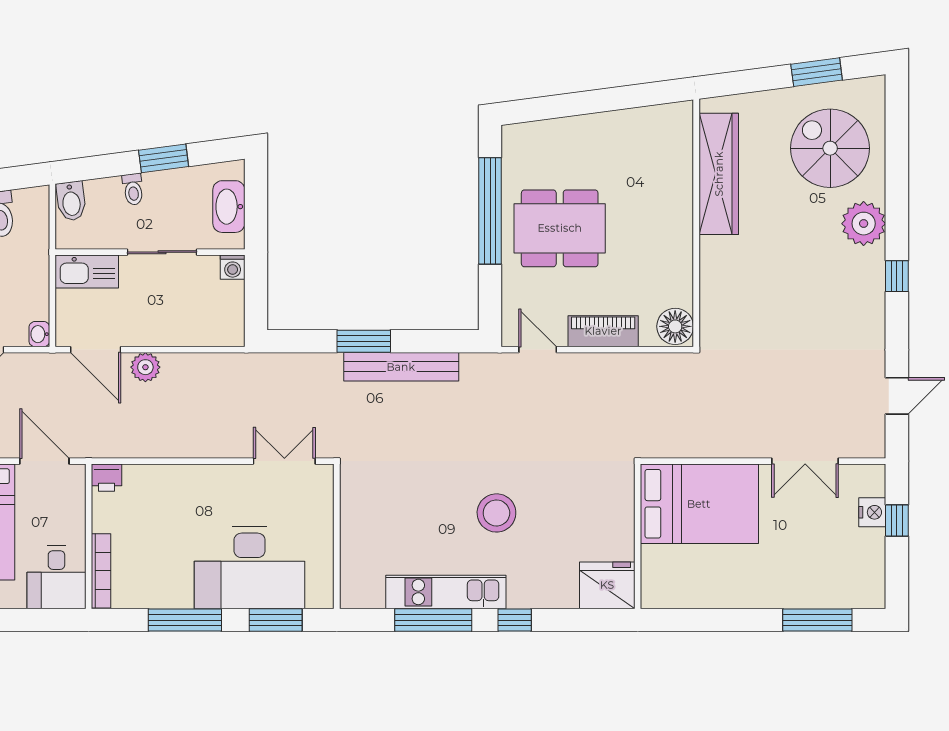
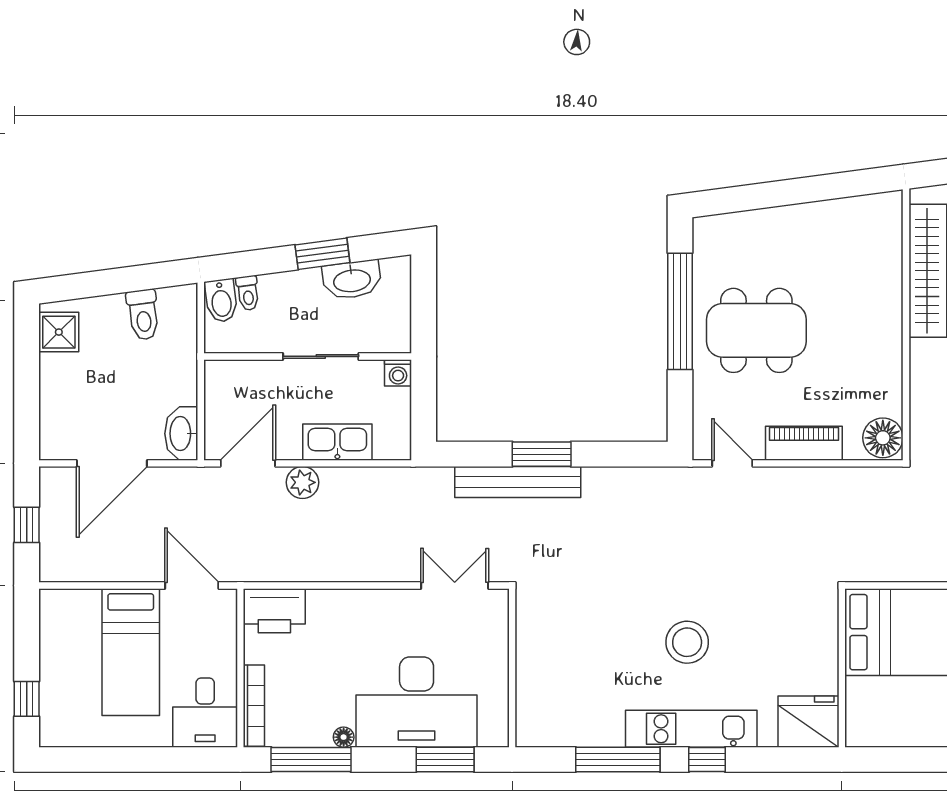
toilet: (133, 189) -> (248, 293), moved
washbasin: (229, 207) -> (352, 280), moved, turned -98
kitchen sink: (87, 272) -> (337, 442), moved, turned 180
washbasin: (39, 334) -> (181, 434), width x1.91, depth x1.45
door: (96, 350) -> (248, 463), swing flipped
bench: (401, 367) -> (518, 482), moved
printer: (107, 478) -> (274, 611), width x1.87, depth x1.48
kitchen unit: (446, 592) -> (691, 729), moved
floor lamp: (183, 600) -> (344, 737), added
window: (185, 620) -> (311, 759), moved

